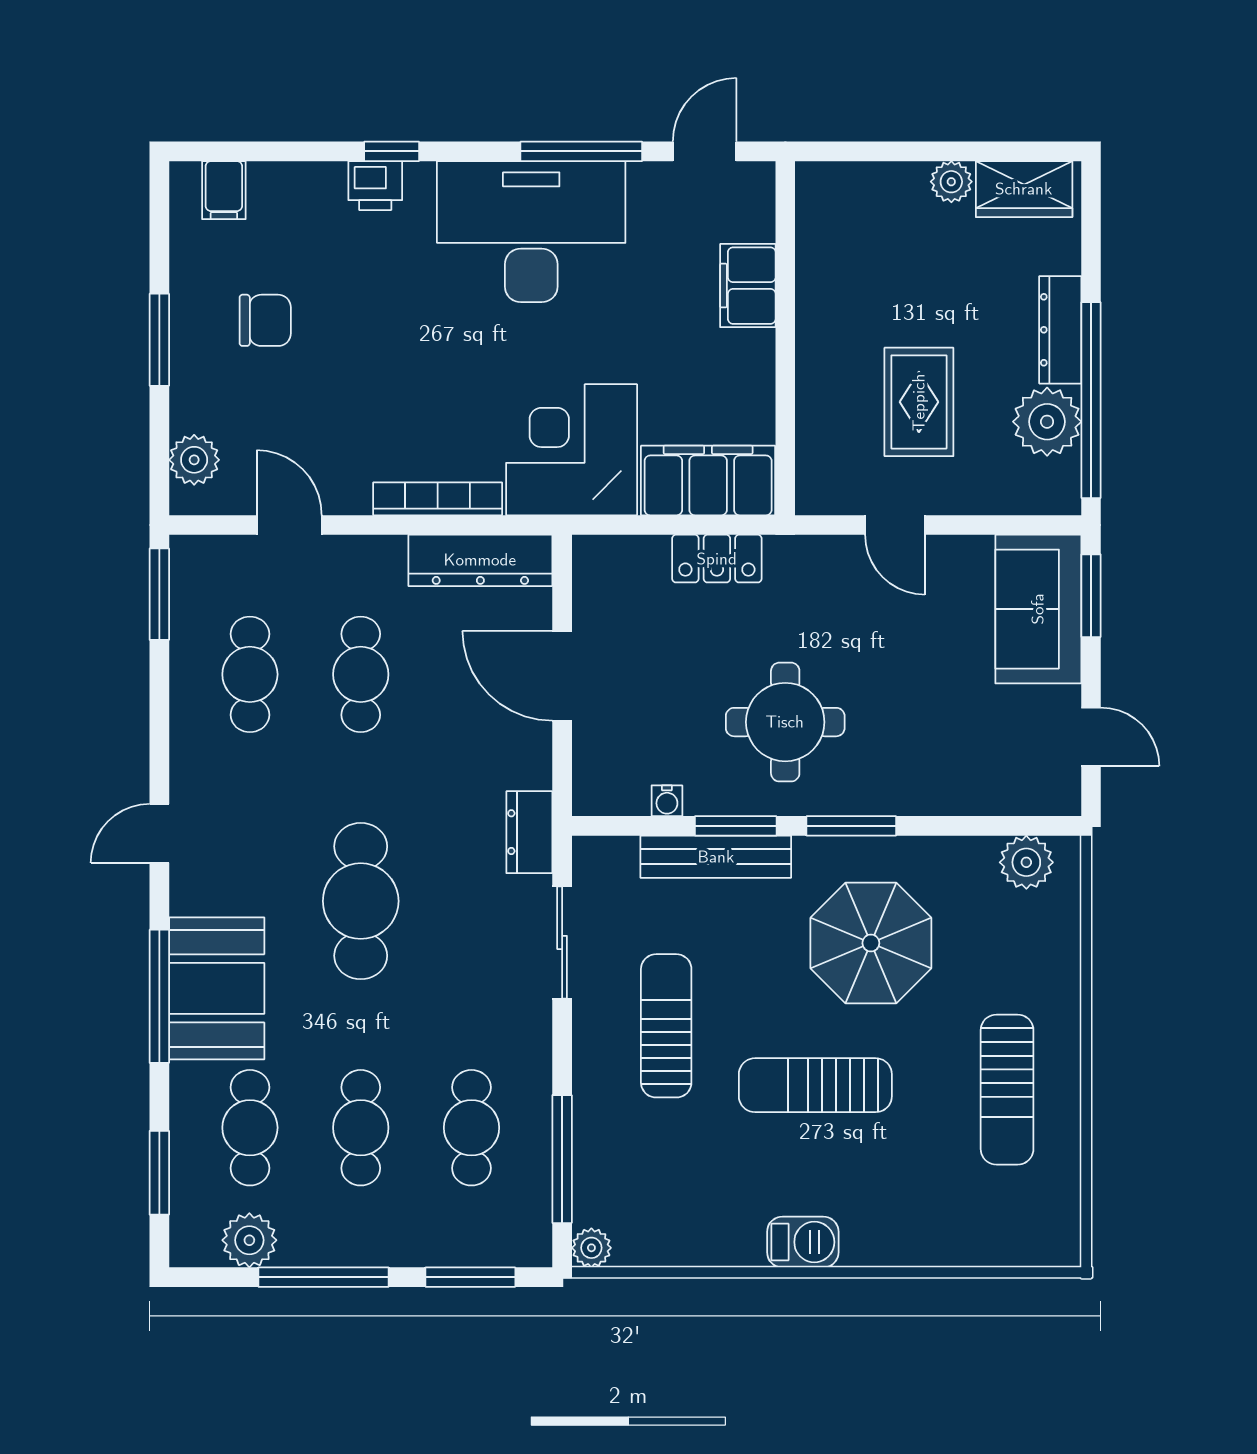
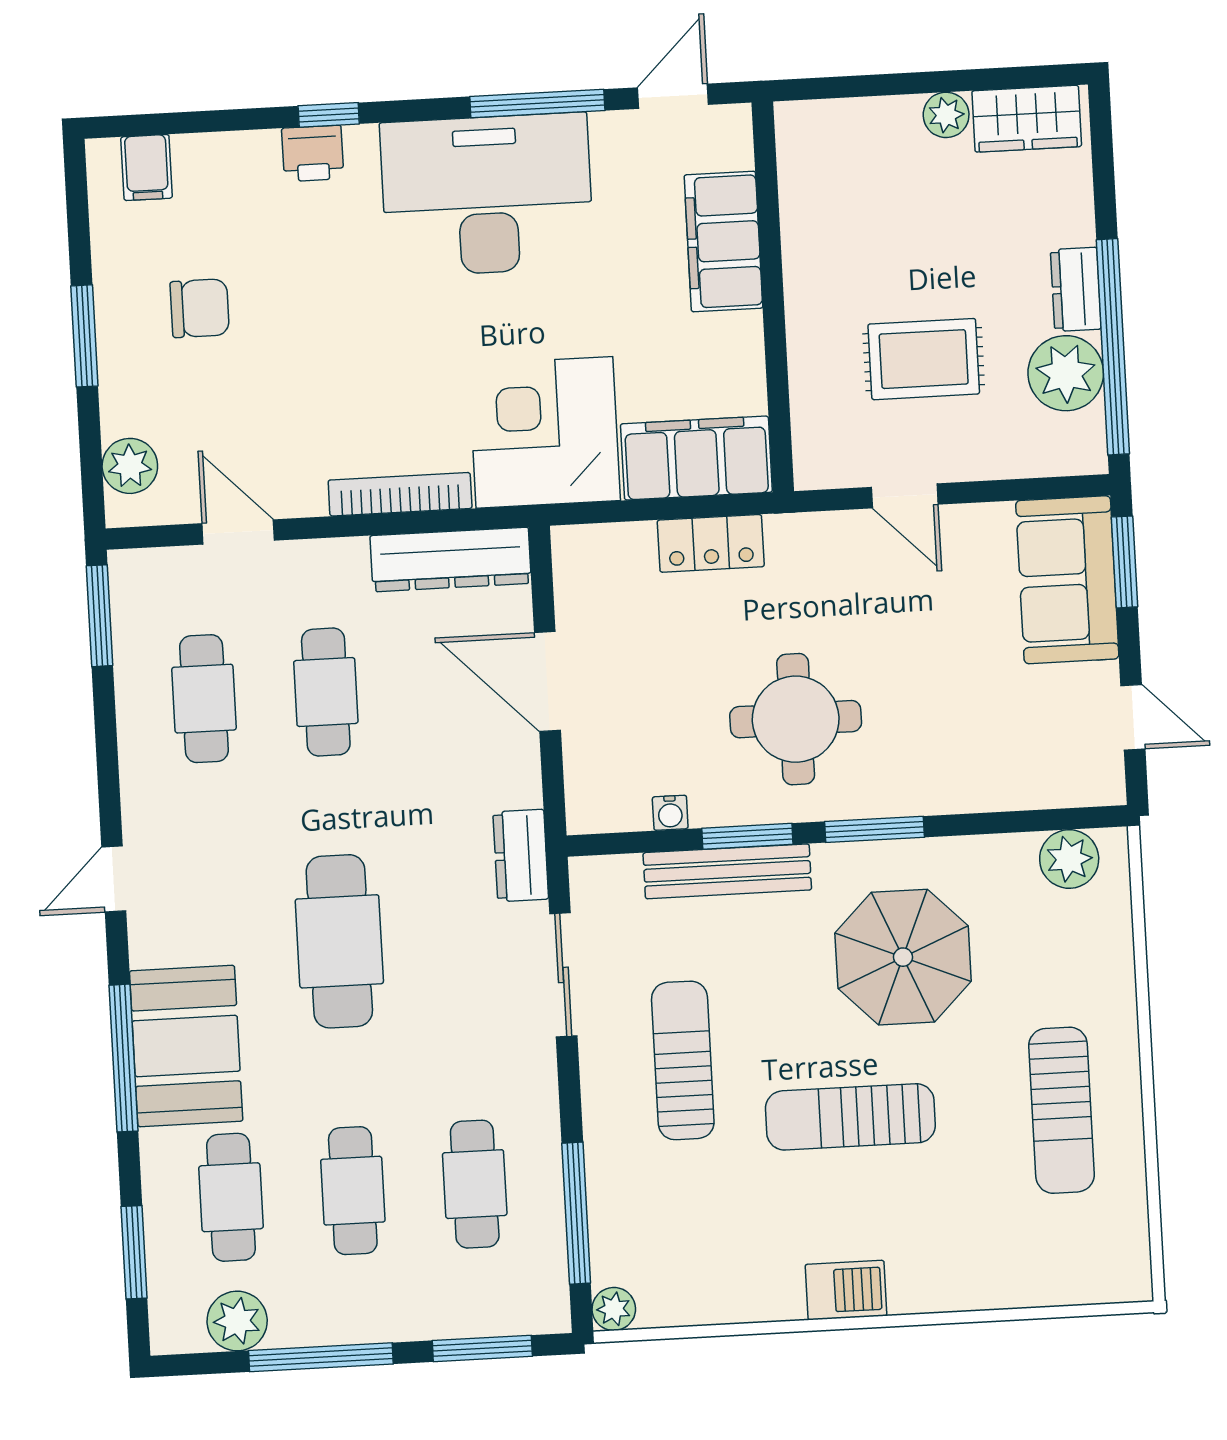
filing cabinet: (748, 286) -> (723, 242), width x1.50, depth x1.17
dresser: (1060, 330) -> (1076, 289), width x0.70
rug: (919, 402) -> (924, 359), turned 90

